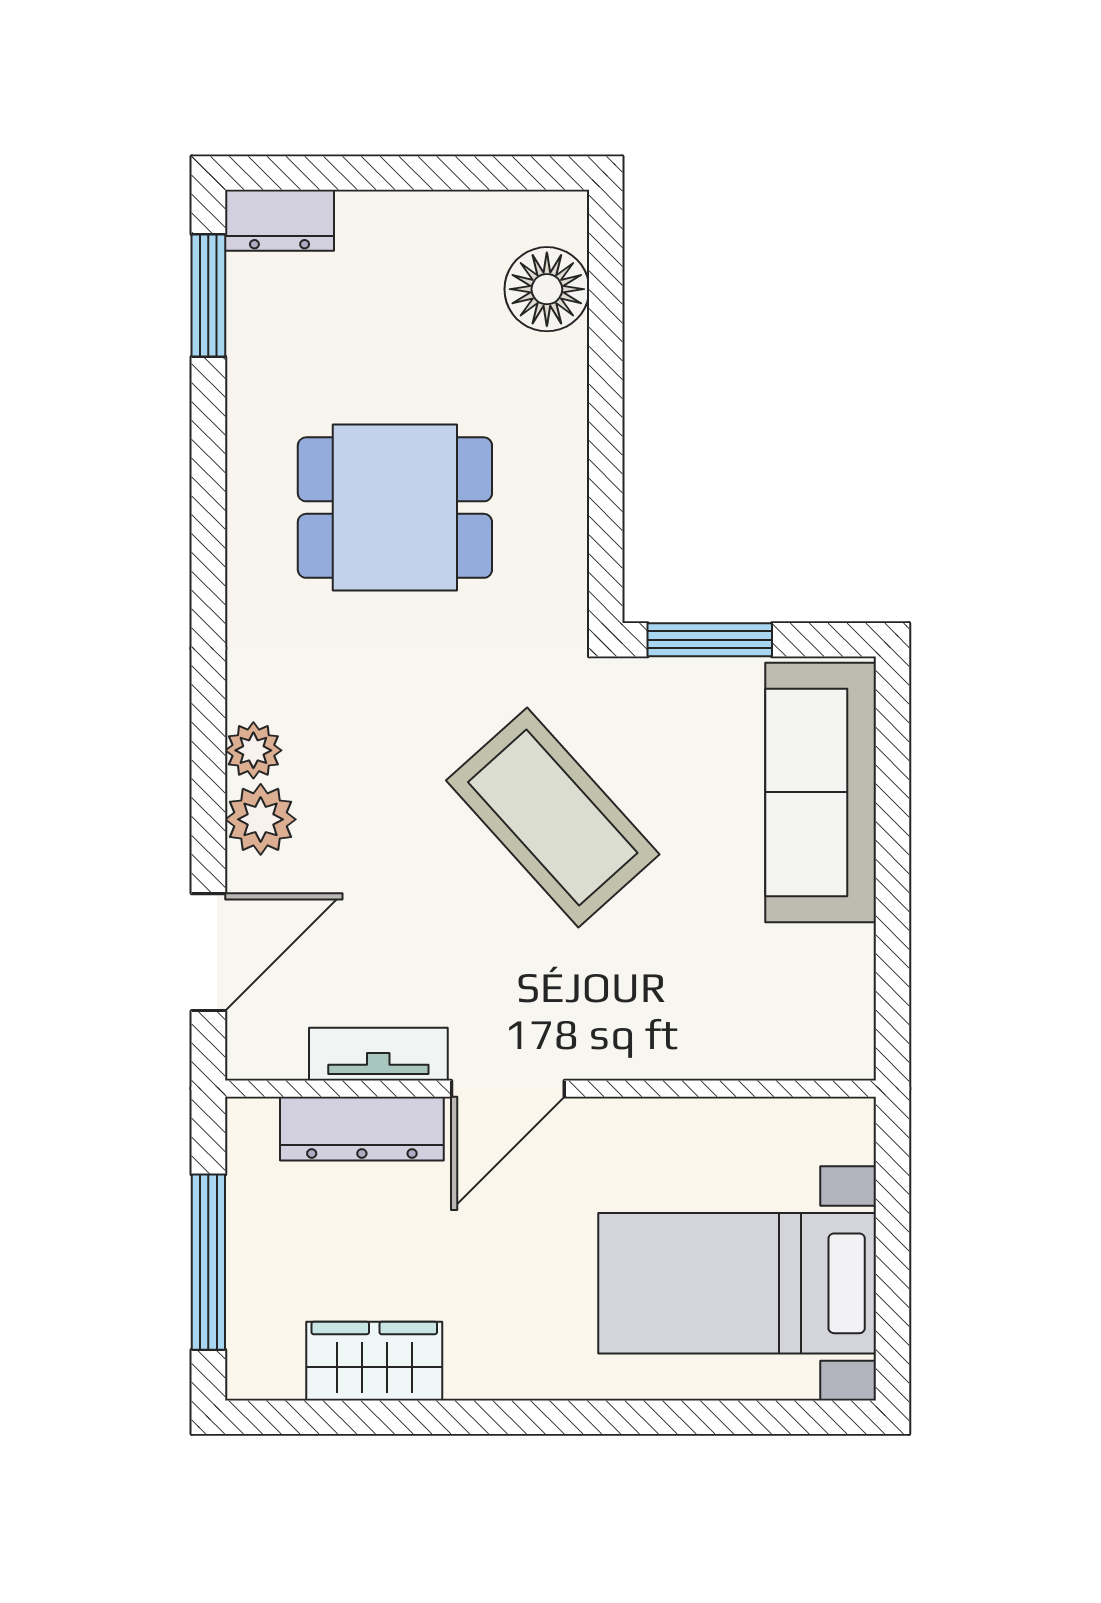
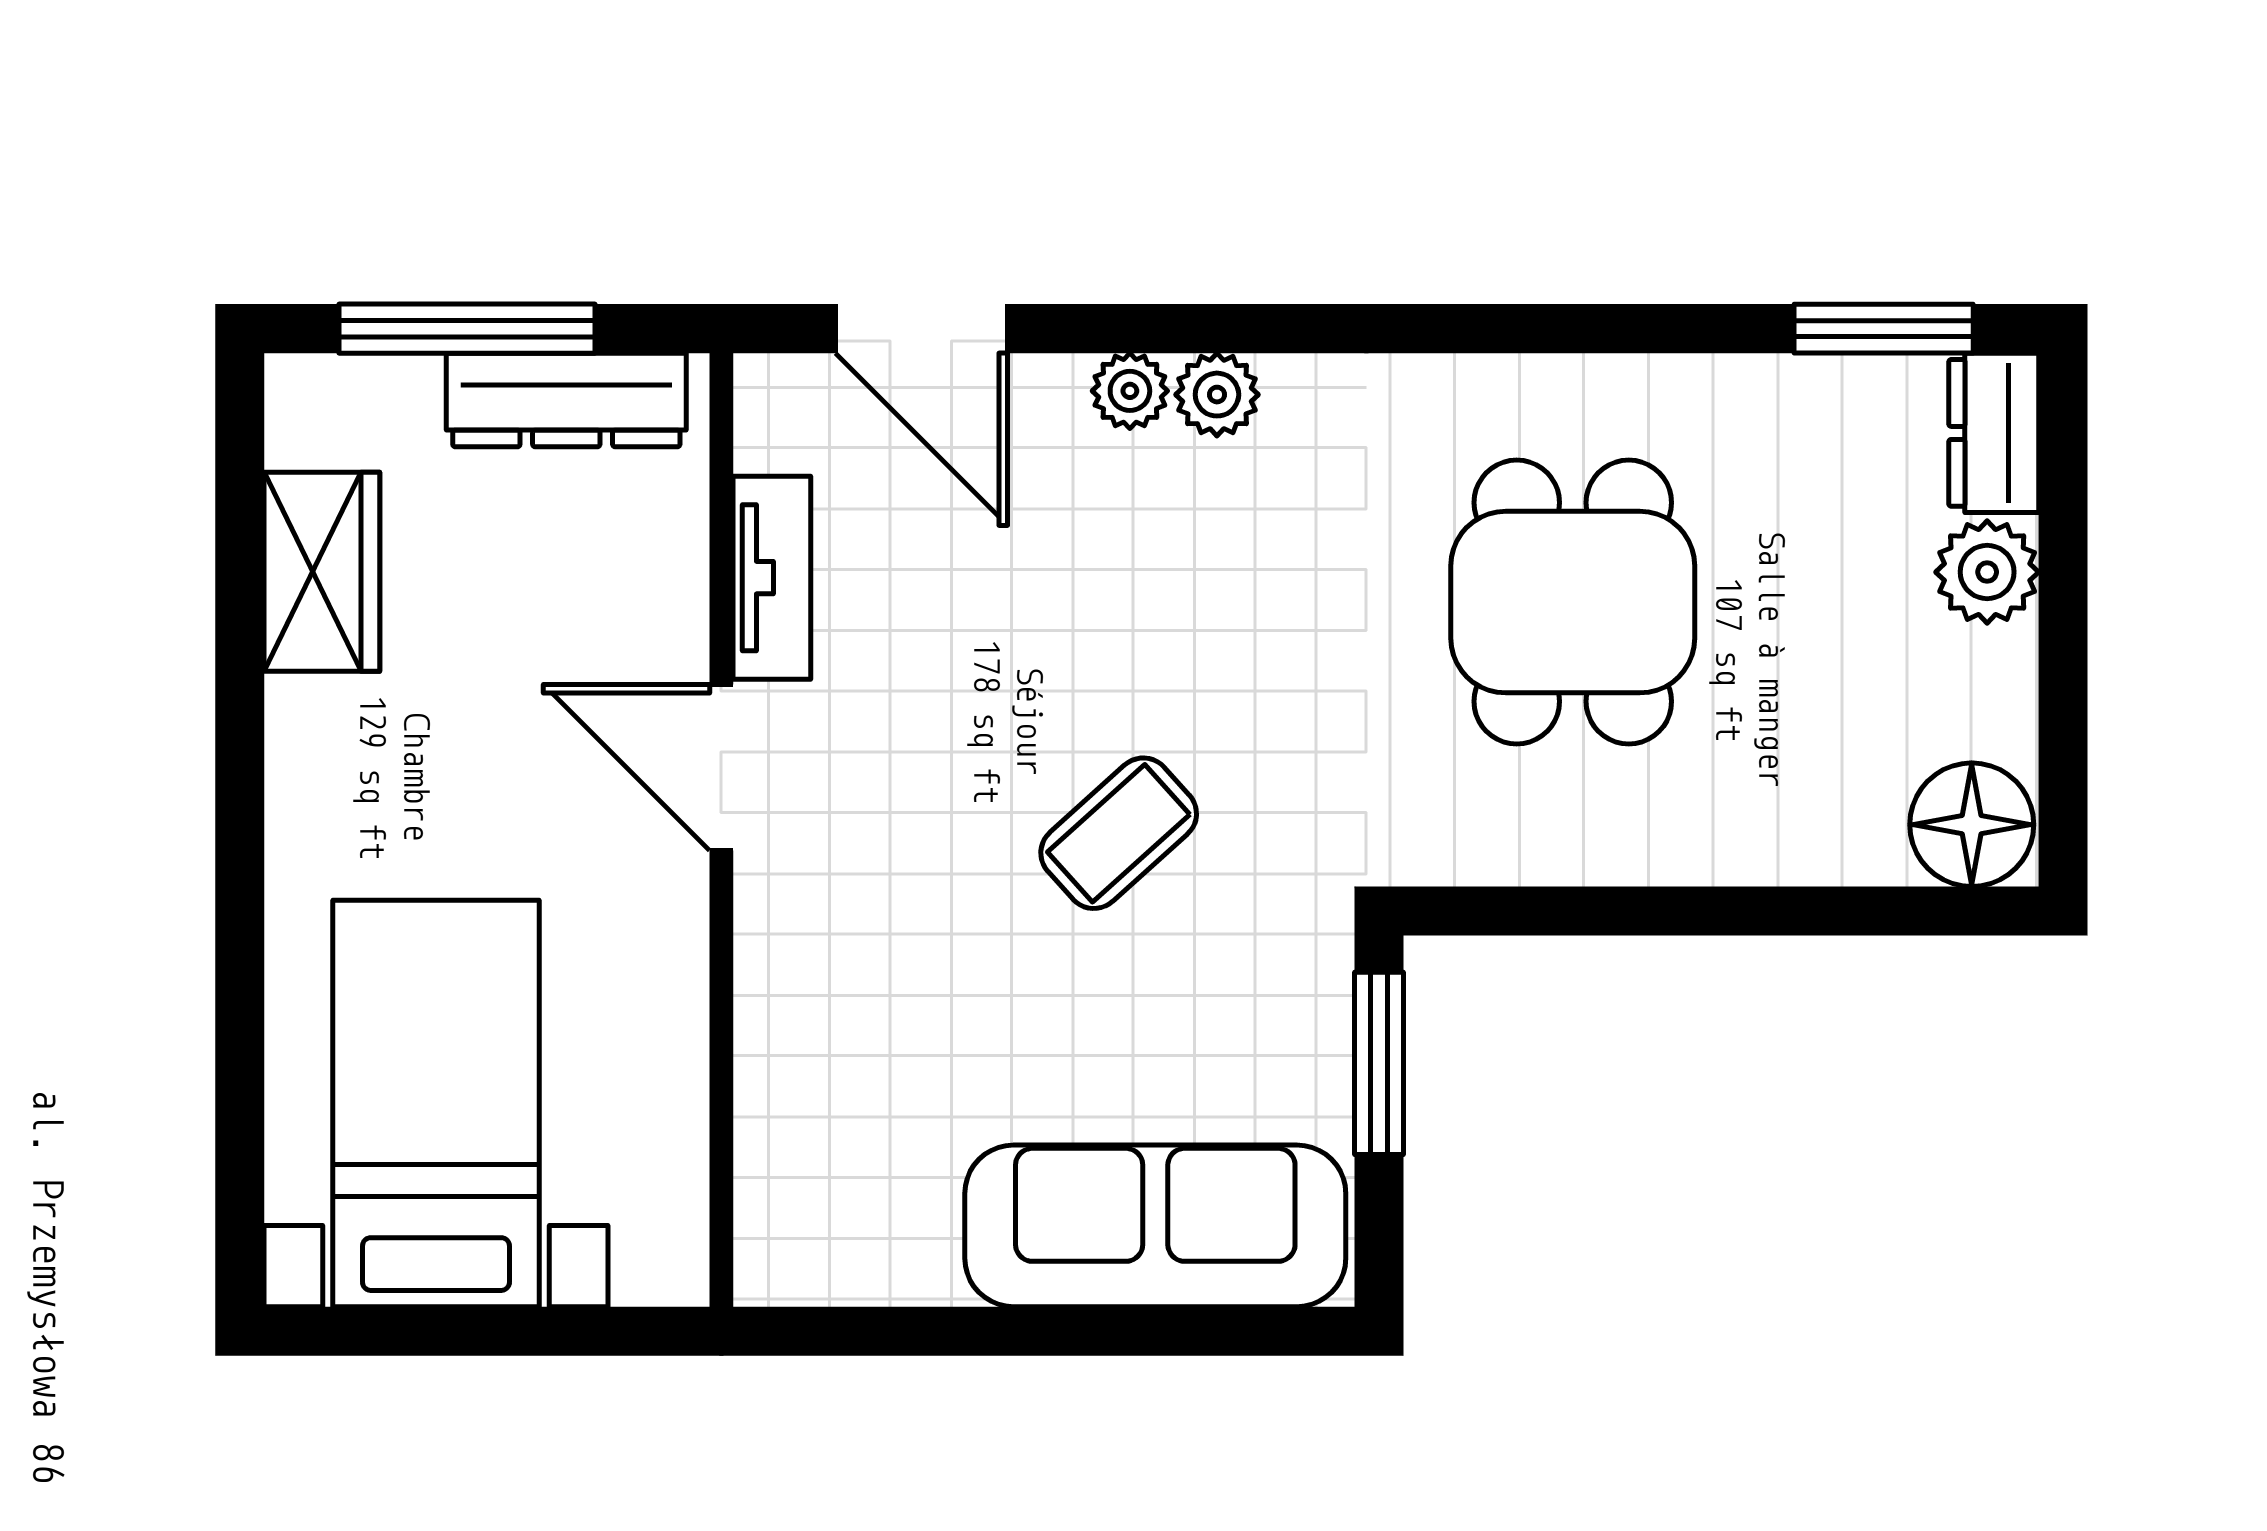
plant: (374, 225) -> (1987, 572), added
floor lamp: (547, 289) -> (1972, 825), moved
coffee table: (553, 817) -> (1119, 833), width x0.54, depth x0.58
plant: (261, 819) -> (1130, 391), width x0.73, depth x0.73
dresser: (362, 1129) -> (566, 400), moved, turned -90

